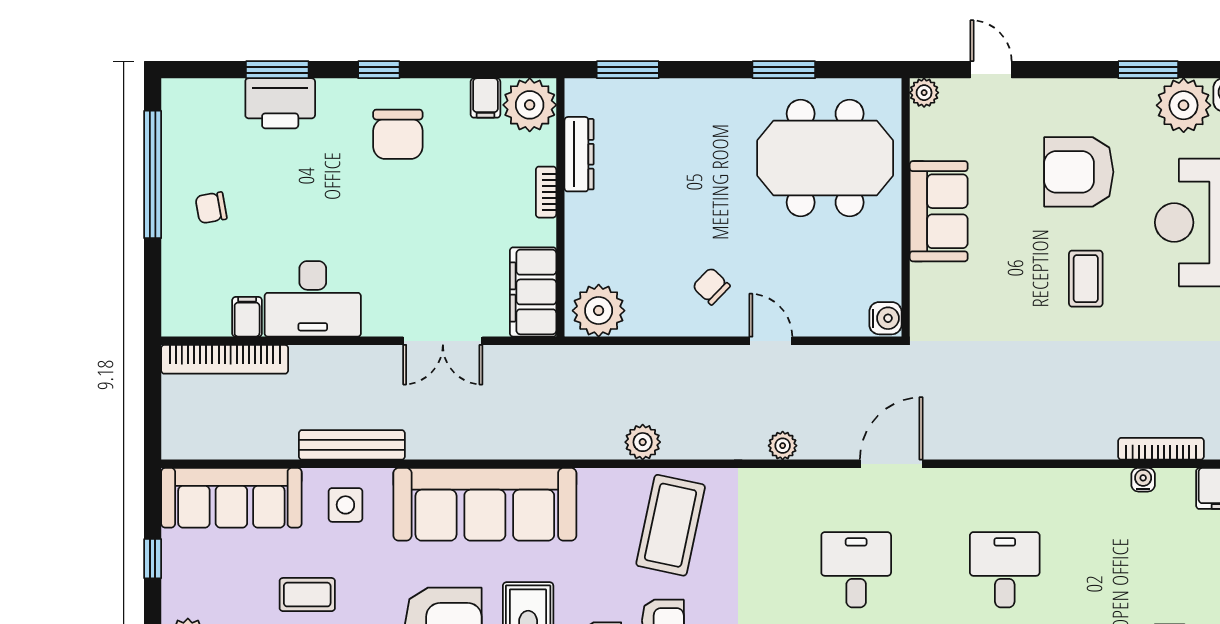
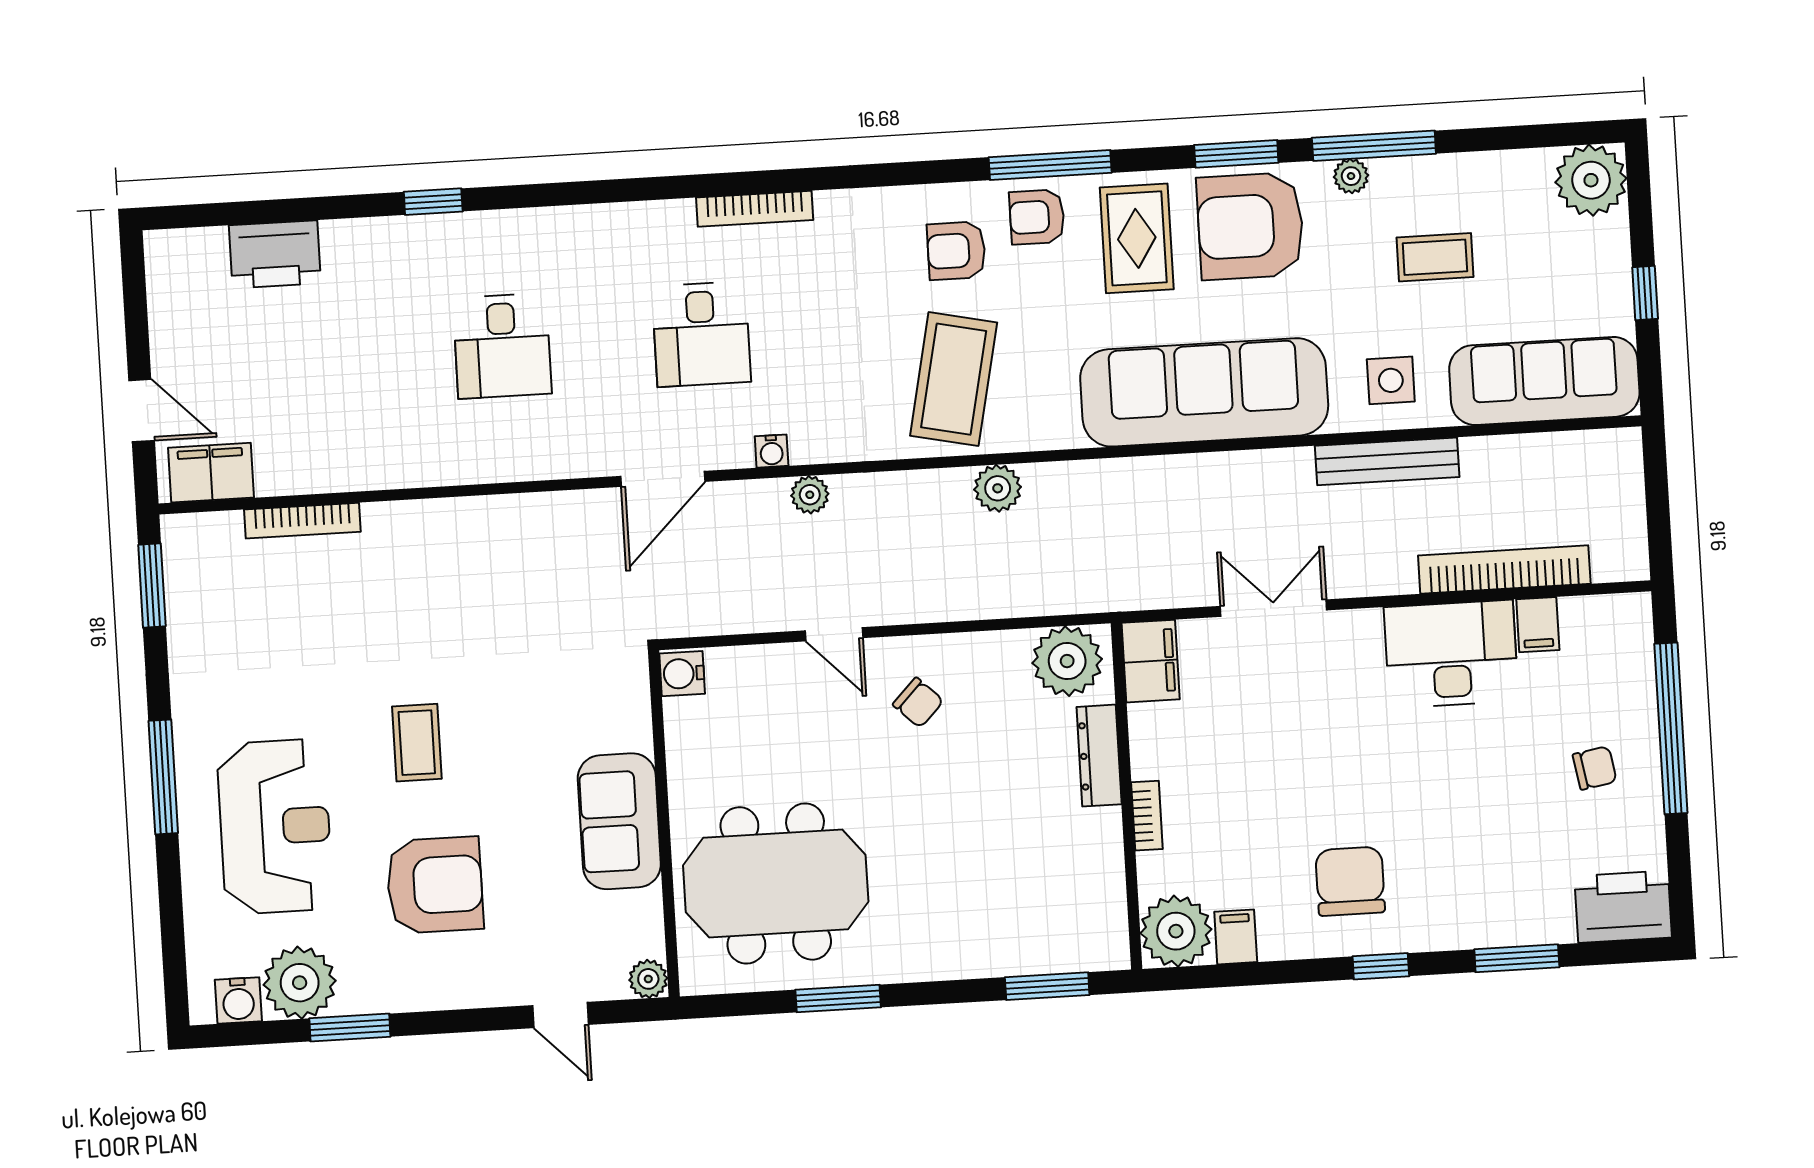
printer: (280, 103) -> (1623, 907), moved
dresser: (579, 154) -> (1099, 756), moved
window: (153, 174) -> (1671, 728), moved
filing cabinet: (533, 292) -> (1151, 661), width x0.67, depth x0.86
bookcase: (225, 359) -> (1504, 570), moved
water cooler: (1143, 480) -> (772, 451), moved

